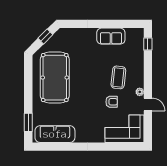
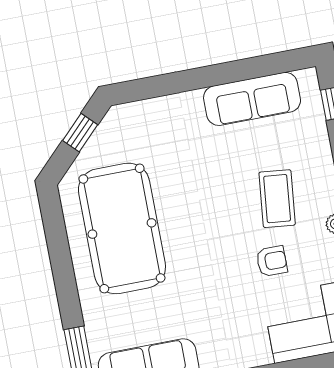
sofa: (111, 36) -> (252, 99), width x1.36

